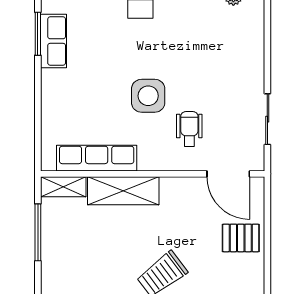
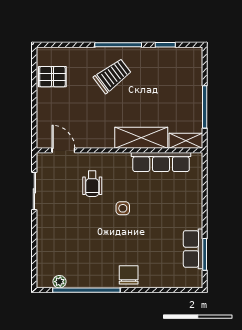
side table: (148, 96) -> (123, 208), width x0.54, depth x0.54
door: (228, 174) -> (63, 150), width x0.73
pallet: (241, 238) -> (52, 77), moved

